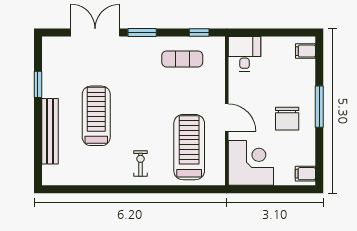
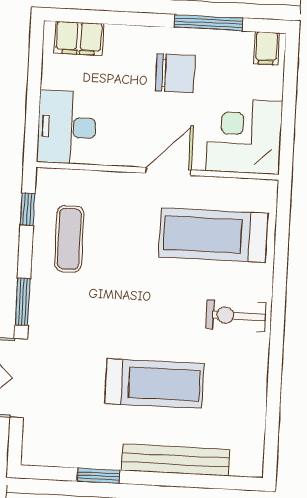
filing cabinet: (305, 51) -> (79, 38), width x2.00
desk: (244, 54) -> (67, 127), width x1.37
window: (319, 107) -> (209, 23), moved
treadmill: (96, 116) -> (154, 384), turned 180
exercise bike: (140, 163) -> (236, 316), width x1.38, depth x1.39

